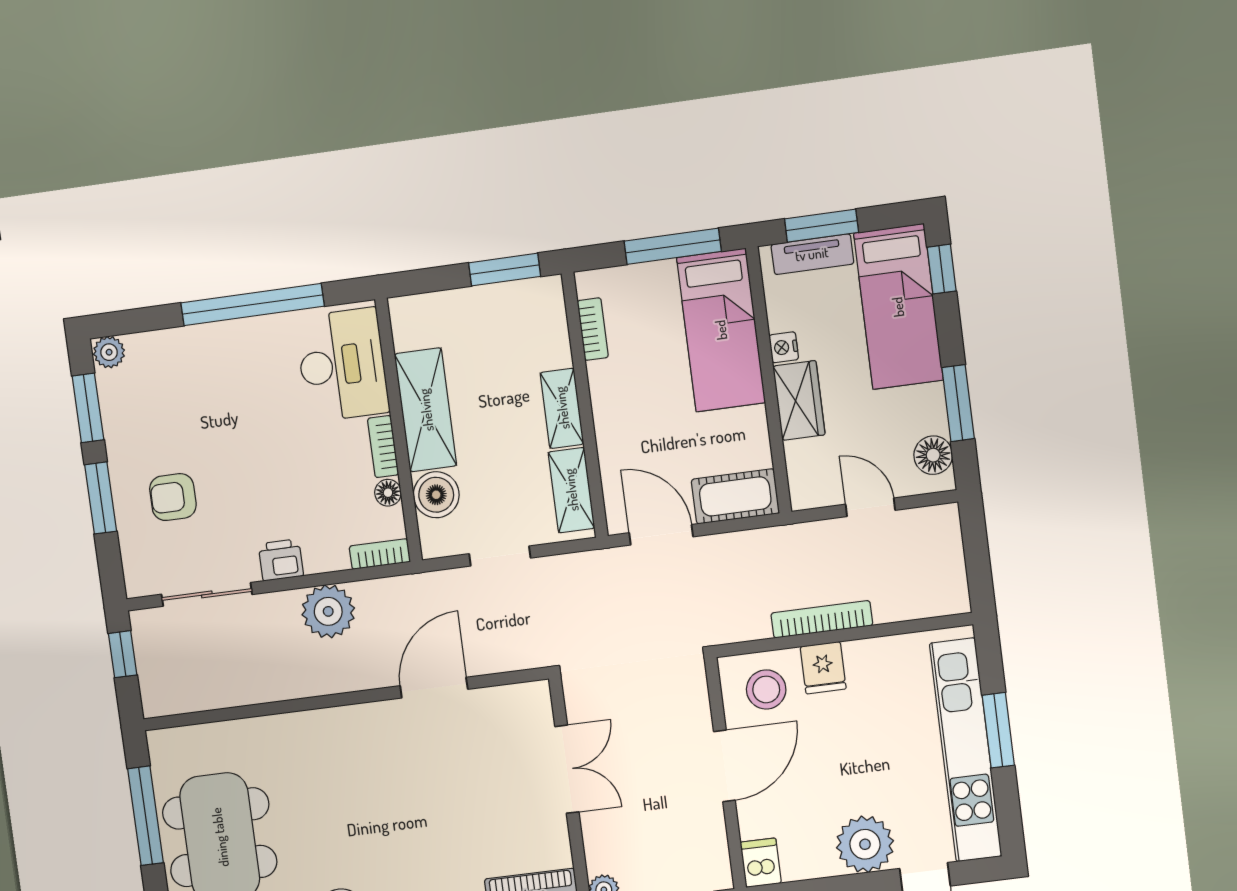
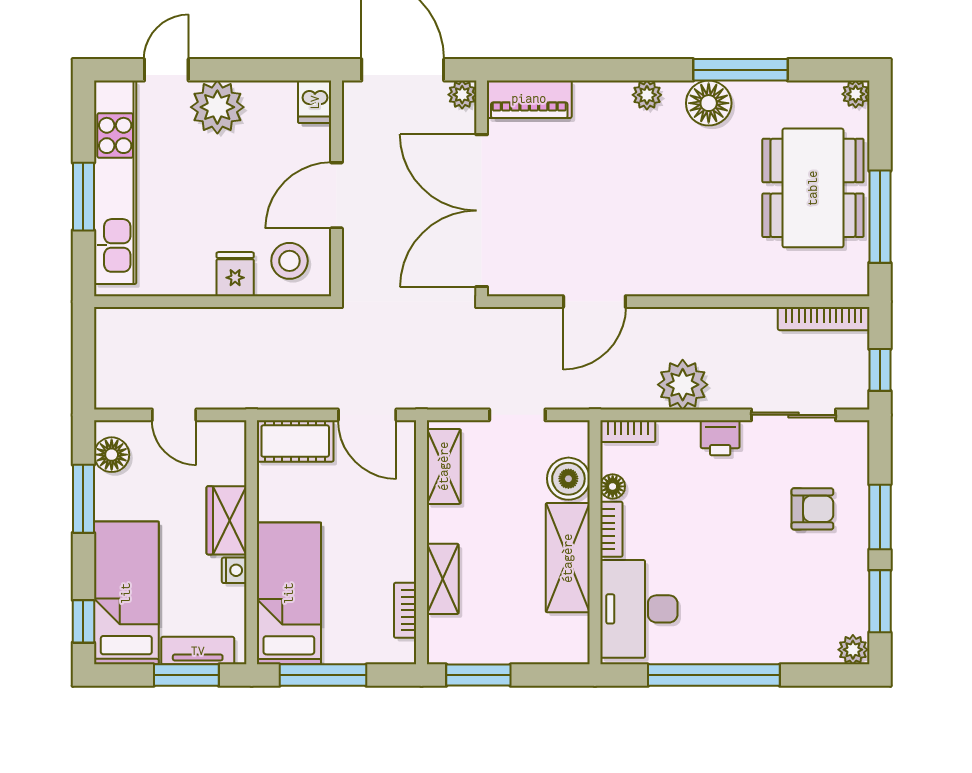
shelving: (562, 408) -> (443, 579), moved
bookcase: (822, 619) -> (824, 319), moved
double door: (567, 769) -> (482, 211), width x1.87

